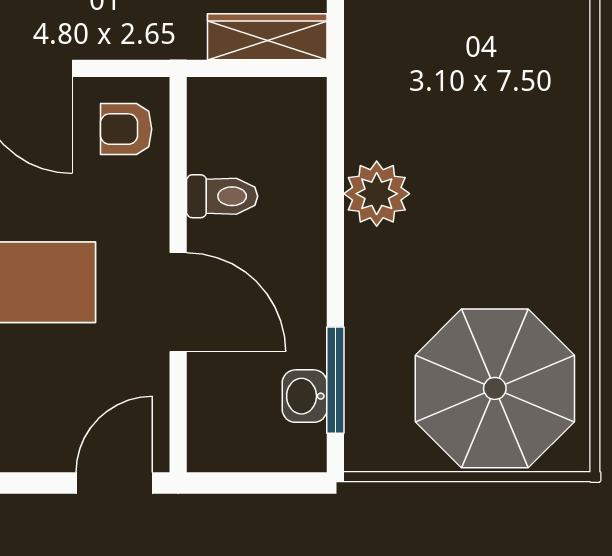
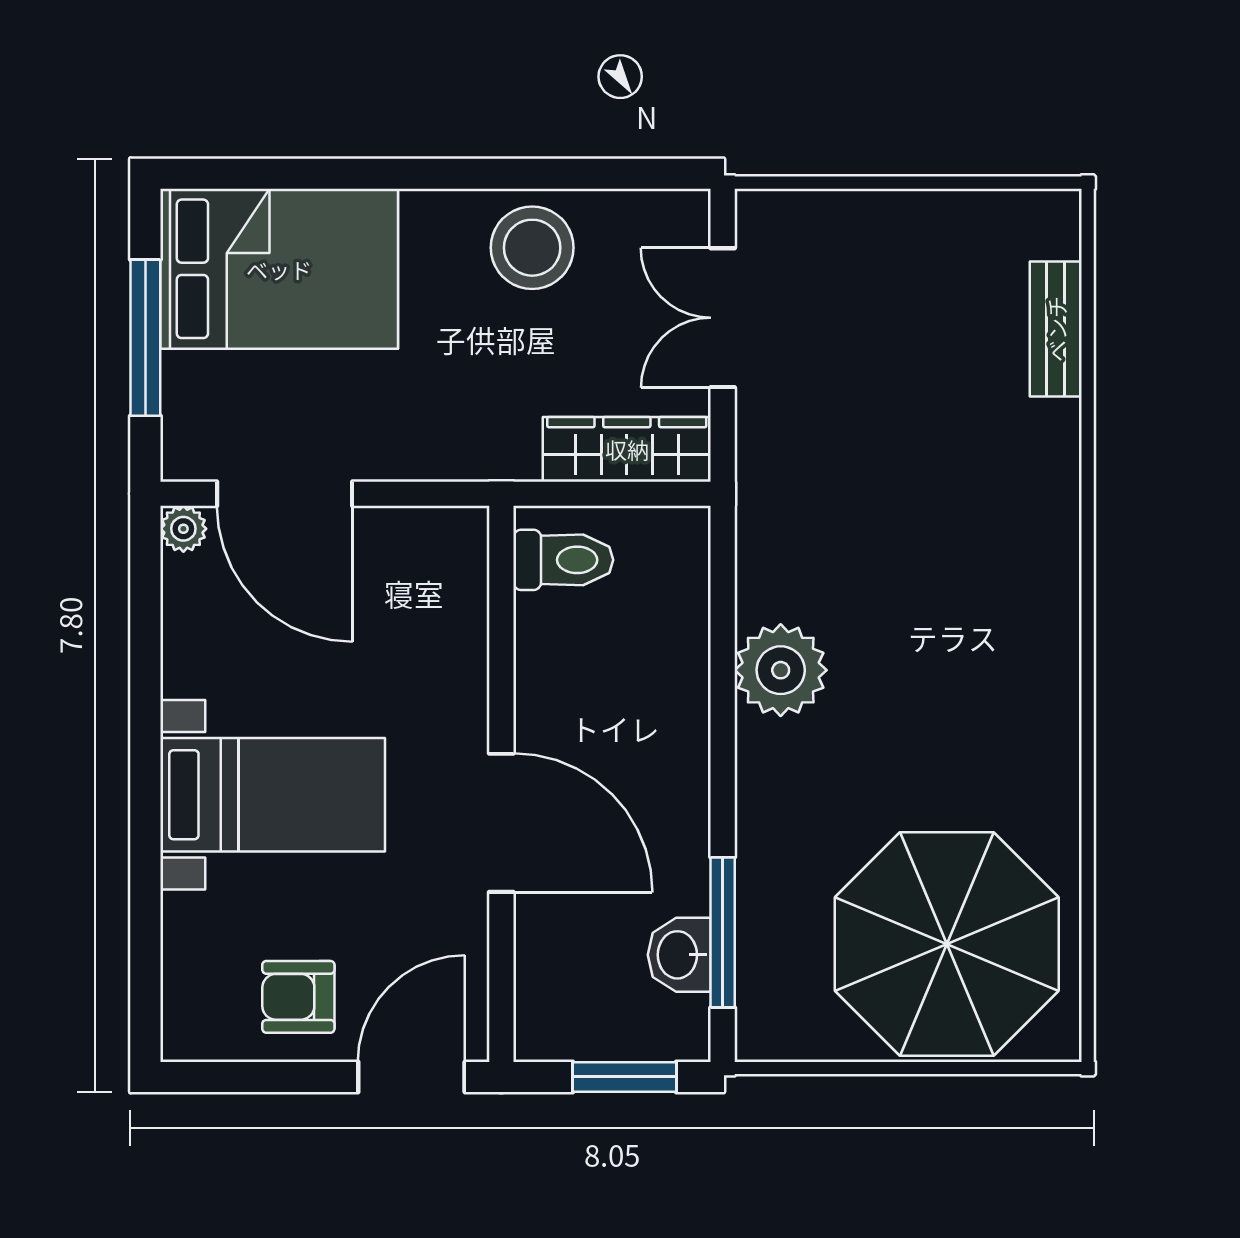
armchair: (126, 129) -> (298, 997), moved
toilet: (222, 196) -> (563, 560), moved
window: (266, 483) -> (625, 1077), added

